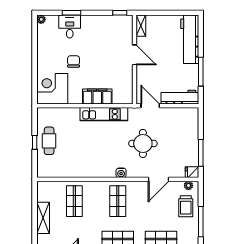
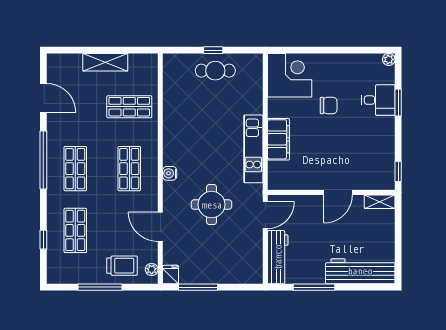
shop shelf: (118, 201) -> (129, 169), turned 90
trolley: (186, 206) -> (122, 266), turned 180

